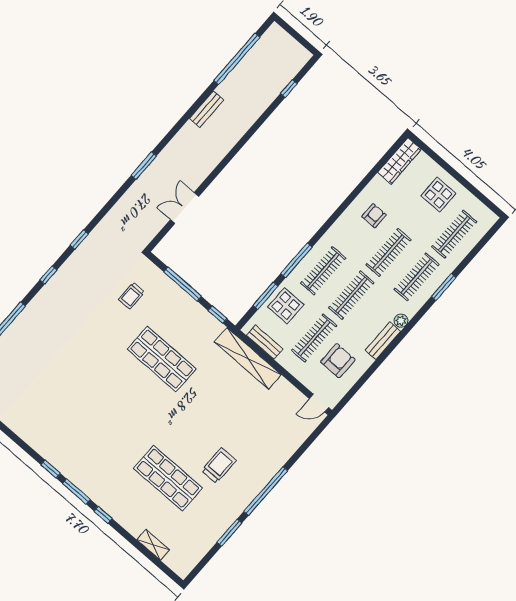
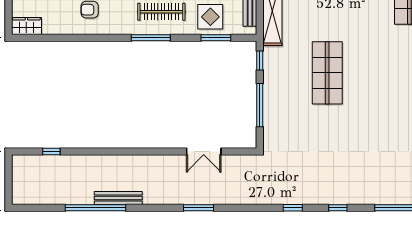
window: (237, 59) -> (96, 208), moved
bench: (207, 109) -> (118, 198), width x1.36
wardrobe: (399, 161) -> (26, 26), width x0.67
window: (296, 260) -> (151, 38), moved
trolley: (132, 296) -> (300, 135), removed

